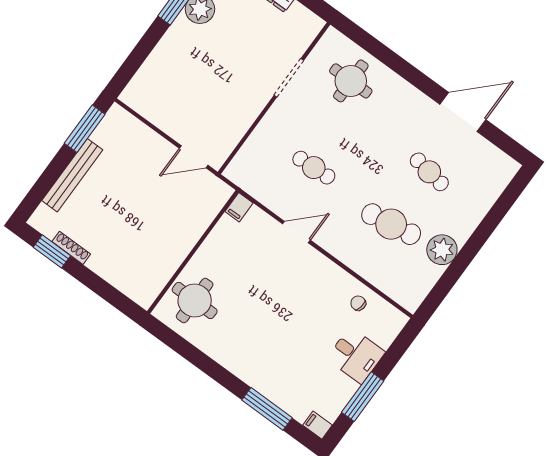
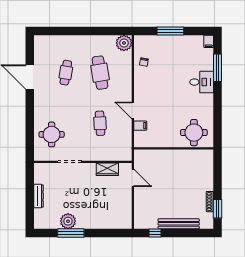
wardrobe: (235, 127) -> (107, 169), added
window: (85, 129) -> (155, 233), width x0.46
filing cabinet: (239, 207) -> (140, 126), moved
plant: (442, 250) -> (124, 43), moved
desk: (356, 355) -> (202, 82), moved, turned 90
window: (363, 397) -> (170, 31), moved

